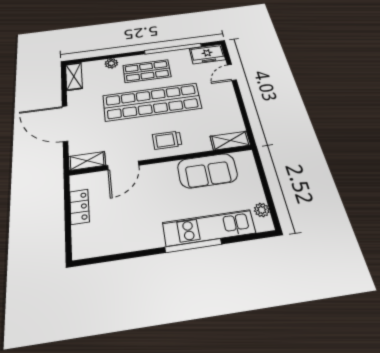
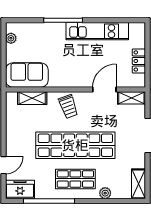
trolley: (167, 140) -> (68, 106), turned 70
shelving: (230, 141) -> (32, 98), moved
sofa: (207, 171) -> (27, 75), moved
kitchen unit: (209, 228) -> (97, 31), moved

